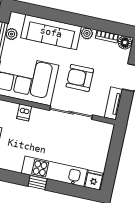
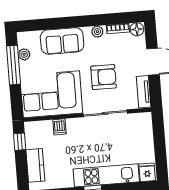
sofa: (51, 32) -> (62, 41), width x0.73
armchair: (80, 78) -> (104, 77), turned 180

